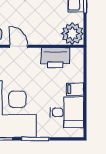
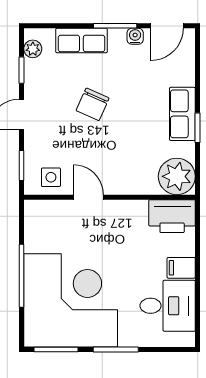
printer: (55, 58) -> (172, 216), moved

